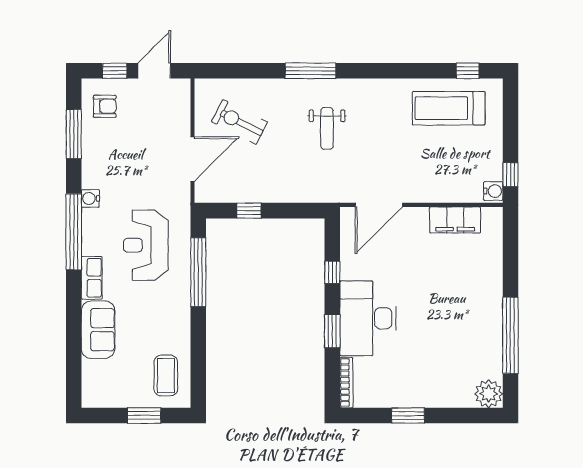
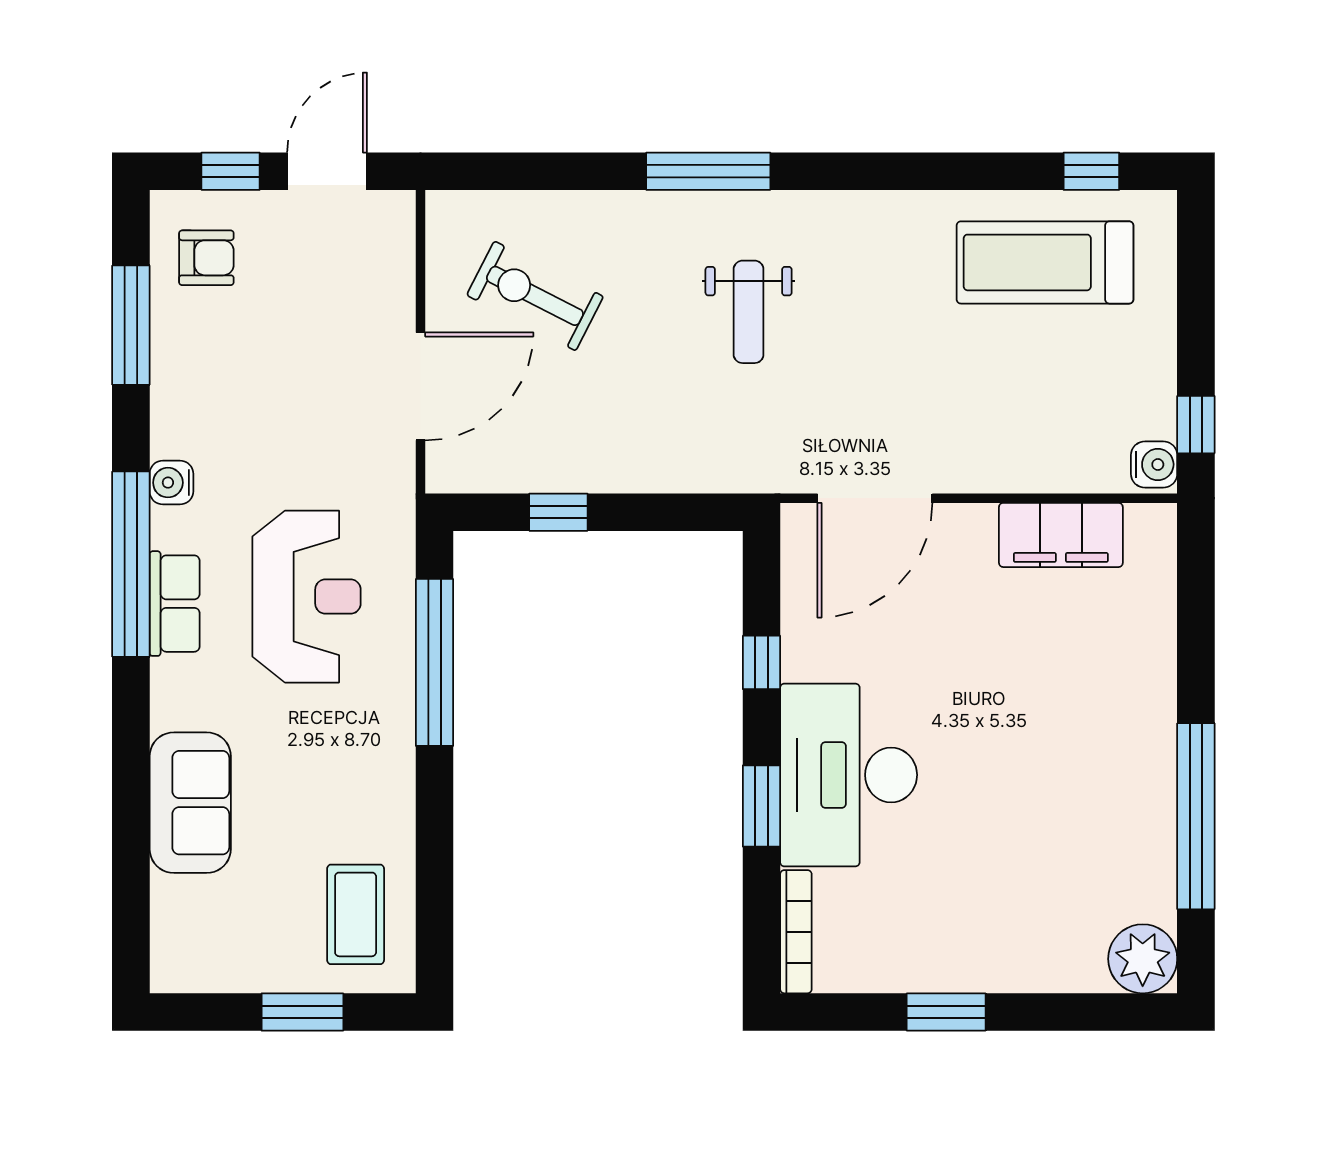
reception desk: (146, 245) -> (307, 597), turned 180
row of seats: (92, 278) -> (175, 604), moved

